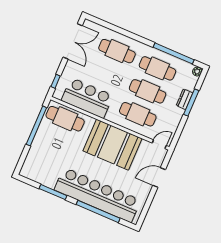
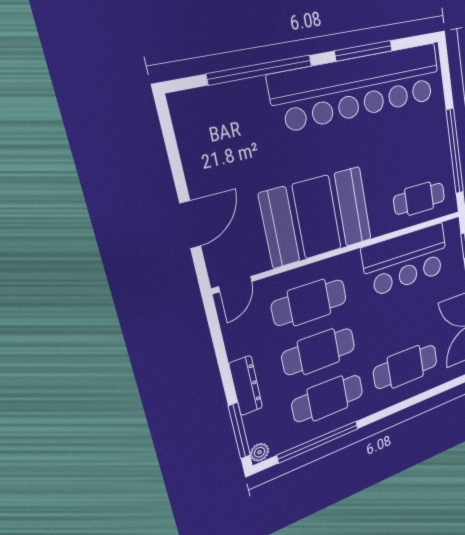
dresser: (184, 99) -> (246, 386), width x1.44
window: (191, 102) -> (239, 431), moved
cafe table: (65, 119) -> (419, 199), width x0.73, depth x0.74
bar counter: (97, 195) -> (359, 87), moved

